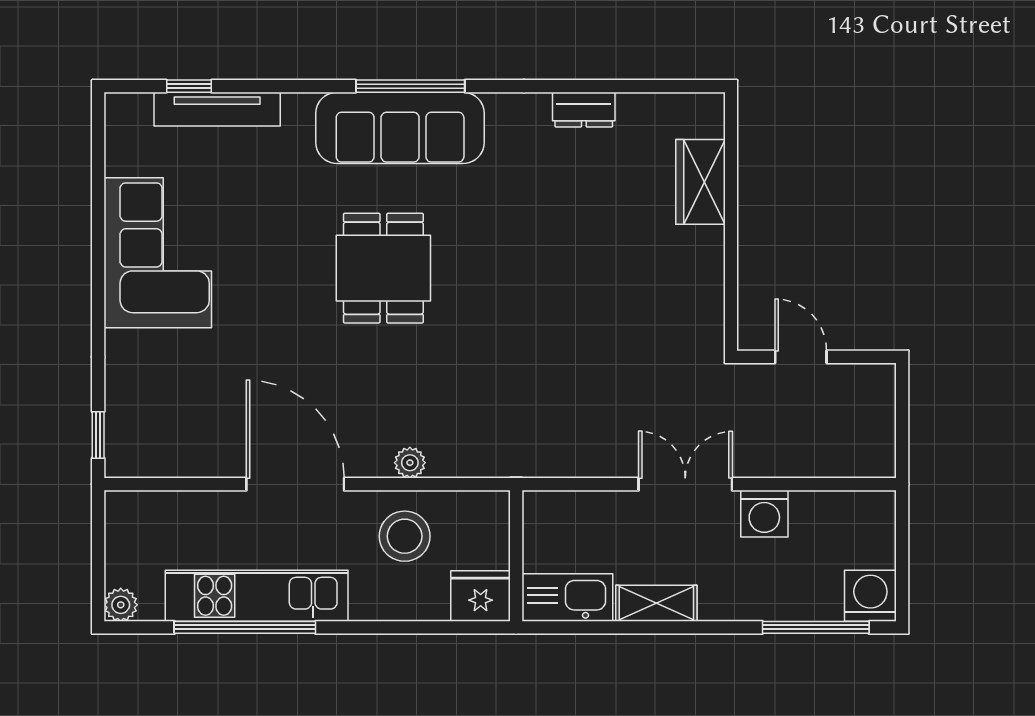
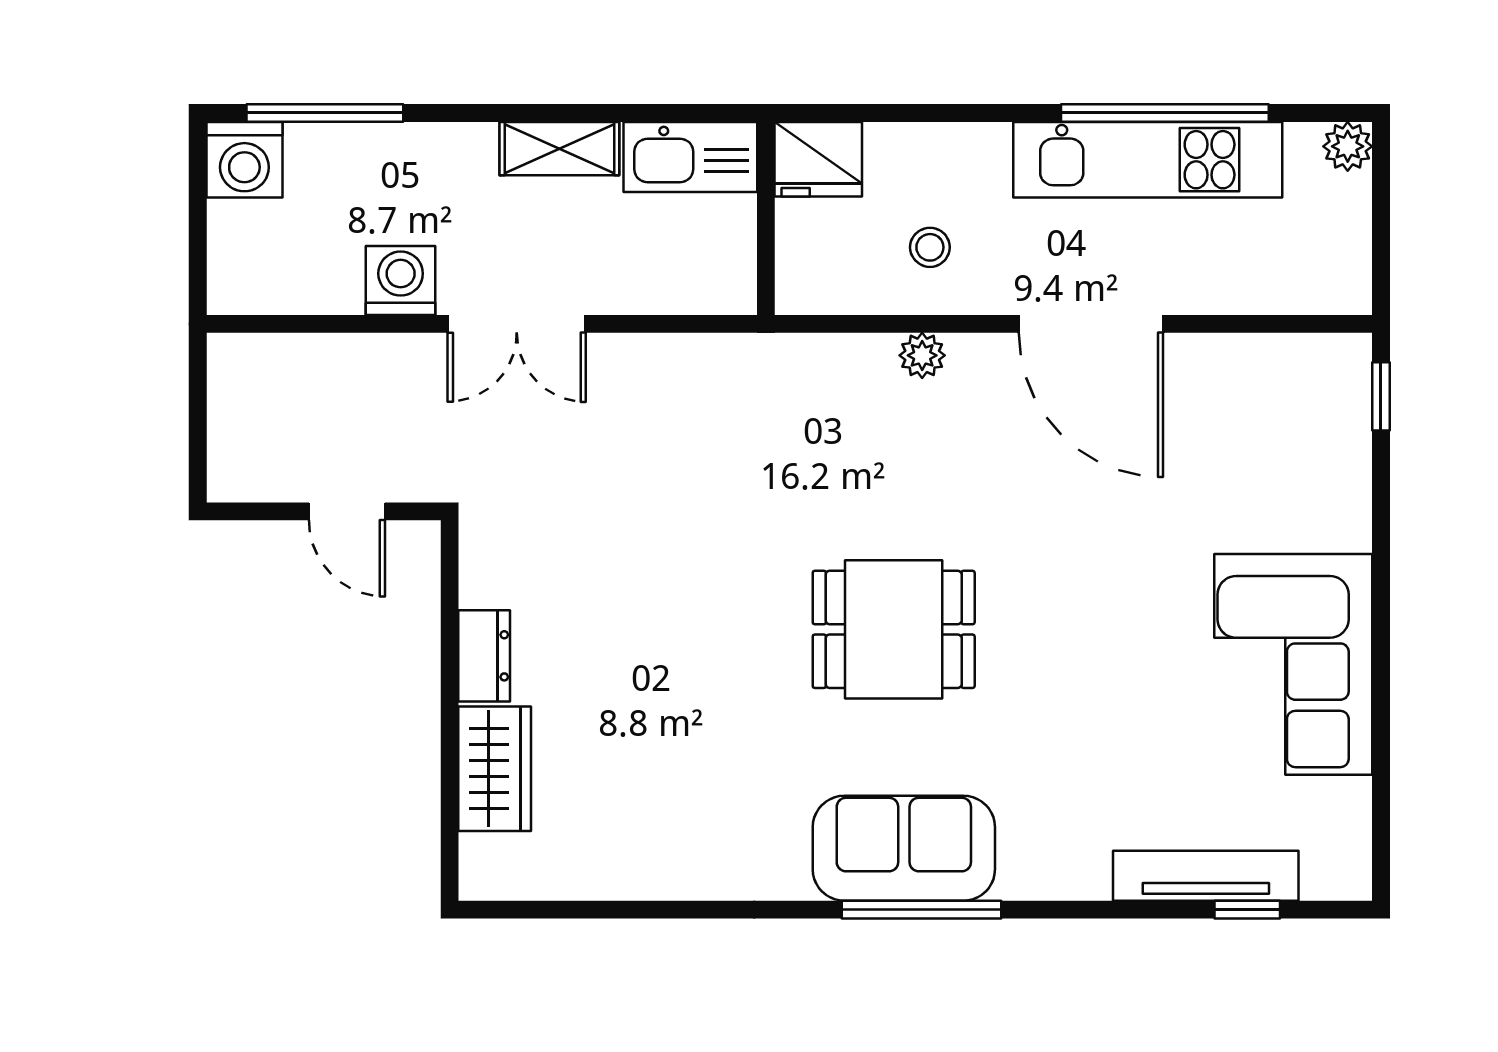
dresser: (584, 110) -> (484, 656), moved, turned 90
sofa: (400, 128) -> (904, 848), width x0.73
dining table: (383, 268) -> (894, 629), moved, turned 90
stool: (405, 536) -> (930, 247), width x0.53, depth x0.53

